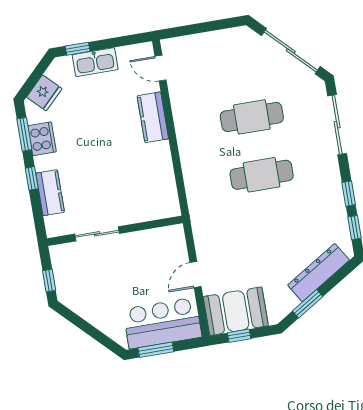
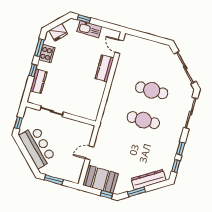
bar counter: (162, 323) -> (37, 147), moved, turned 45
window: (239, 336) -> (106, 194), moved

